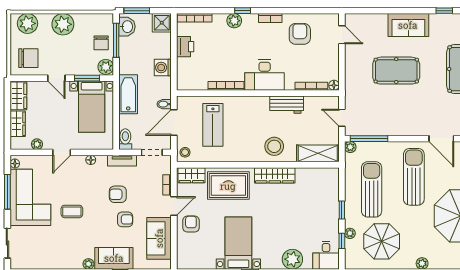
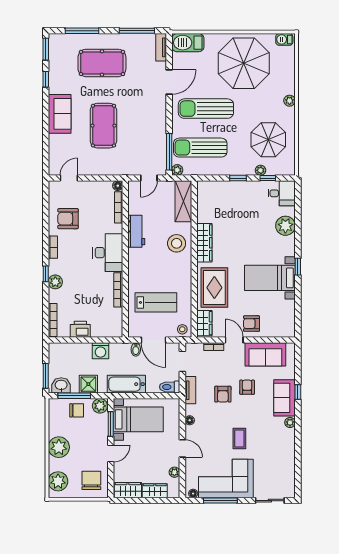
shower: (162, 23) -> (88, 384), moved
sun lounger: (372, 189) -> (200, 148), moved

